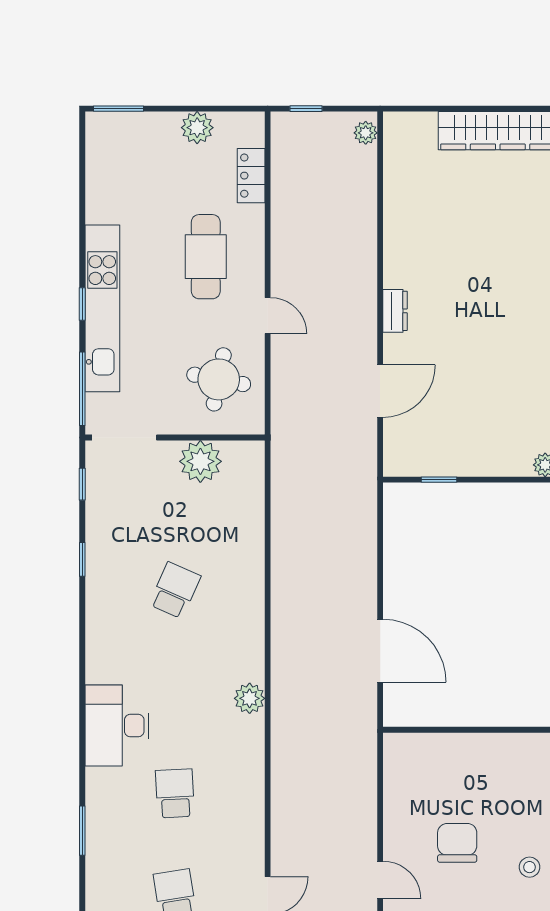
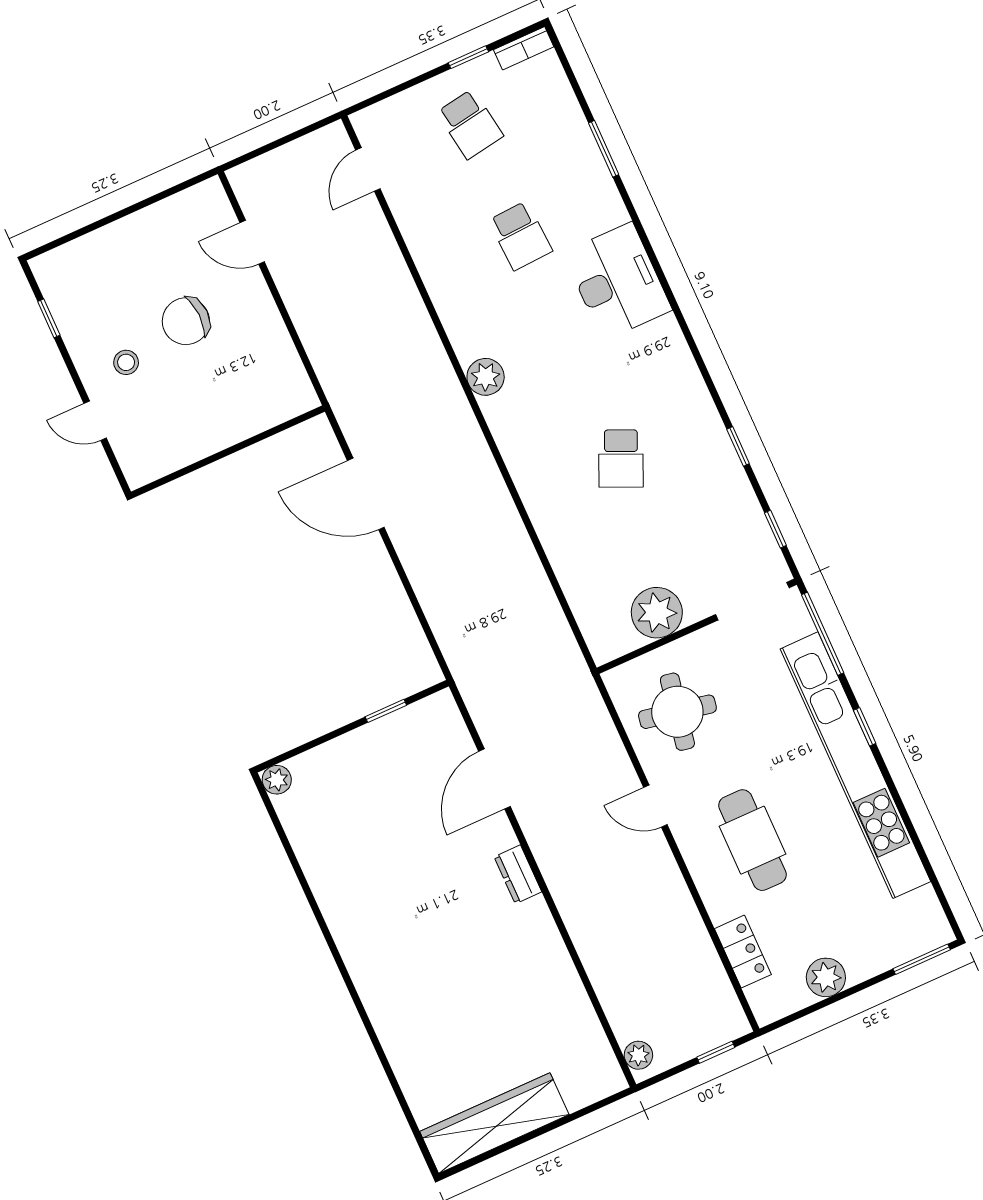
kitchen unit: (102, 308) -> (855, 765), width x1.36
chair: (457, 843) -> (186, 321), turned 88
stool: (530, 867) -> (126, 362), moved

